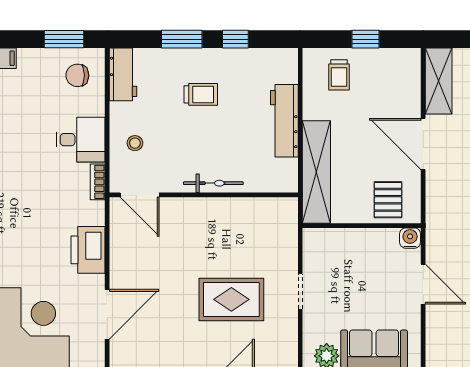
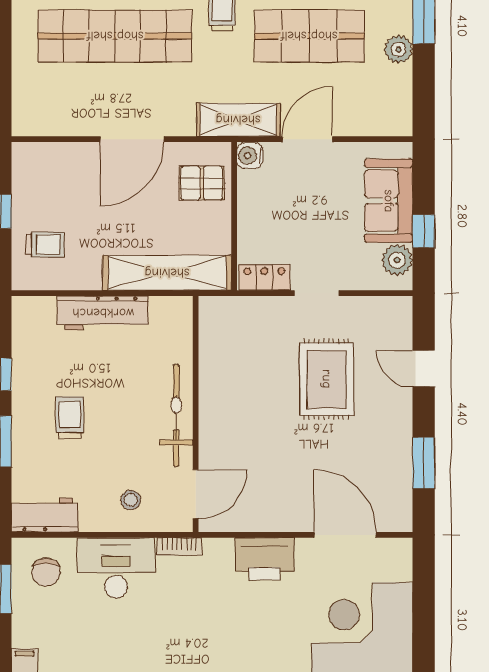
shelving: (439, 81) -> (238, 120), moved
desk: (81, 140) -> (116, 568), width x1.37
bicycle: (213, 183) -> (176, 415), width x1.37, depth x1.40
locker: (313, 250) -> (264, 277), added

